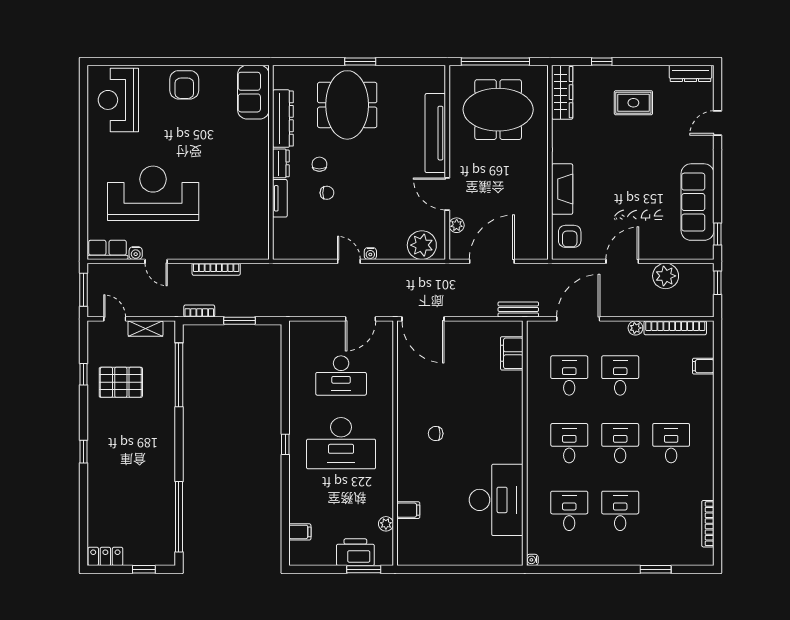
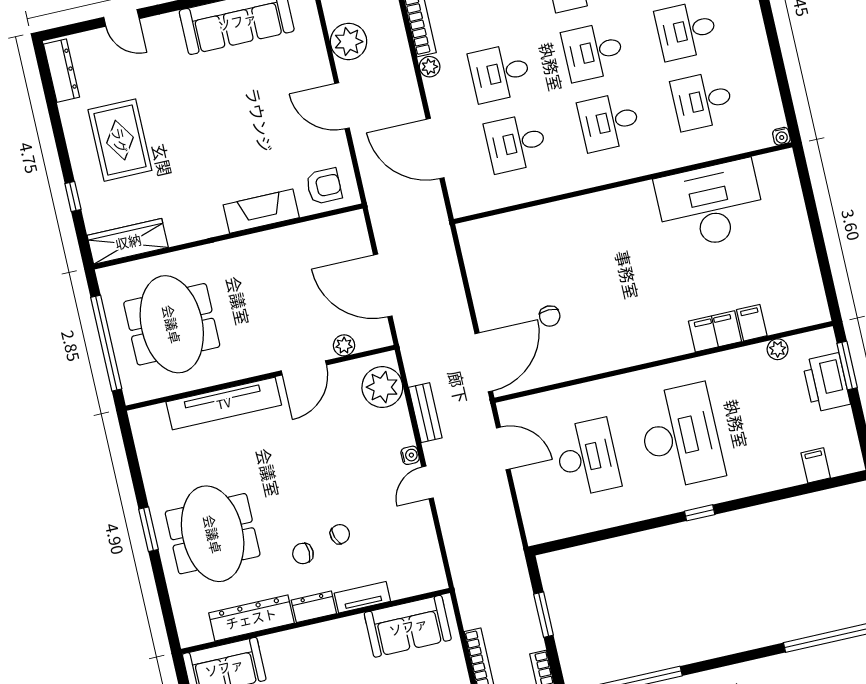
rug: (633, 103) -> (120, 140), width x1.36, depth x1.43
meeting table: (347, 105) -> (213, 534), turned 90
chair: (327, 193) -> (340, 534), turned 71
sofa: (253, 225) -> (408, 626), added
bench: (518, 309) -> (425, 413), moved
filing cabinet: (512, 353) -> (715, 331), moved, turned 180
chair: (436, 434) -> (550, 316), moved

